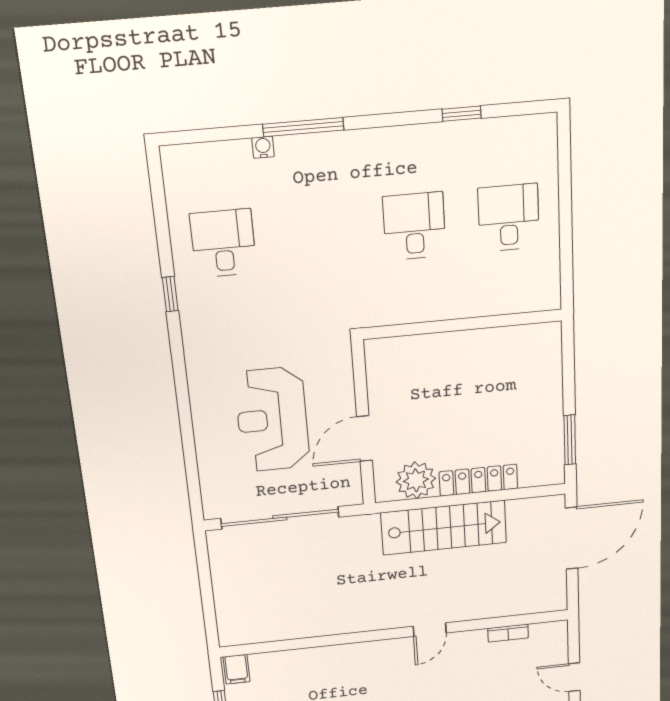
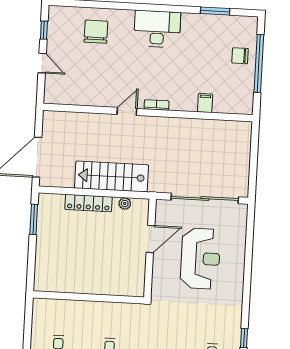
plant: (416, 480) -> (125, 204), width x0.53, depth x0.53
bookcase: (508, 633) -> (157, 105), moved
filing cabinet: (237, 669) -> (205, 103), moved

